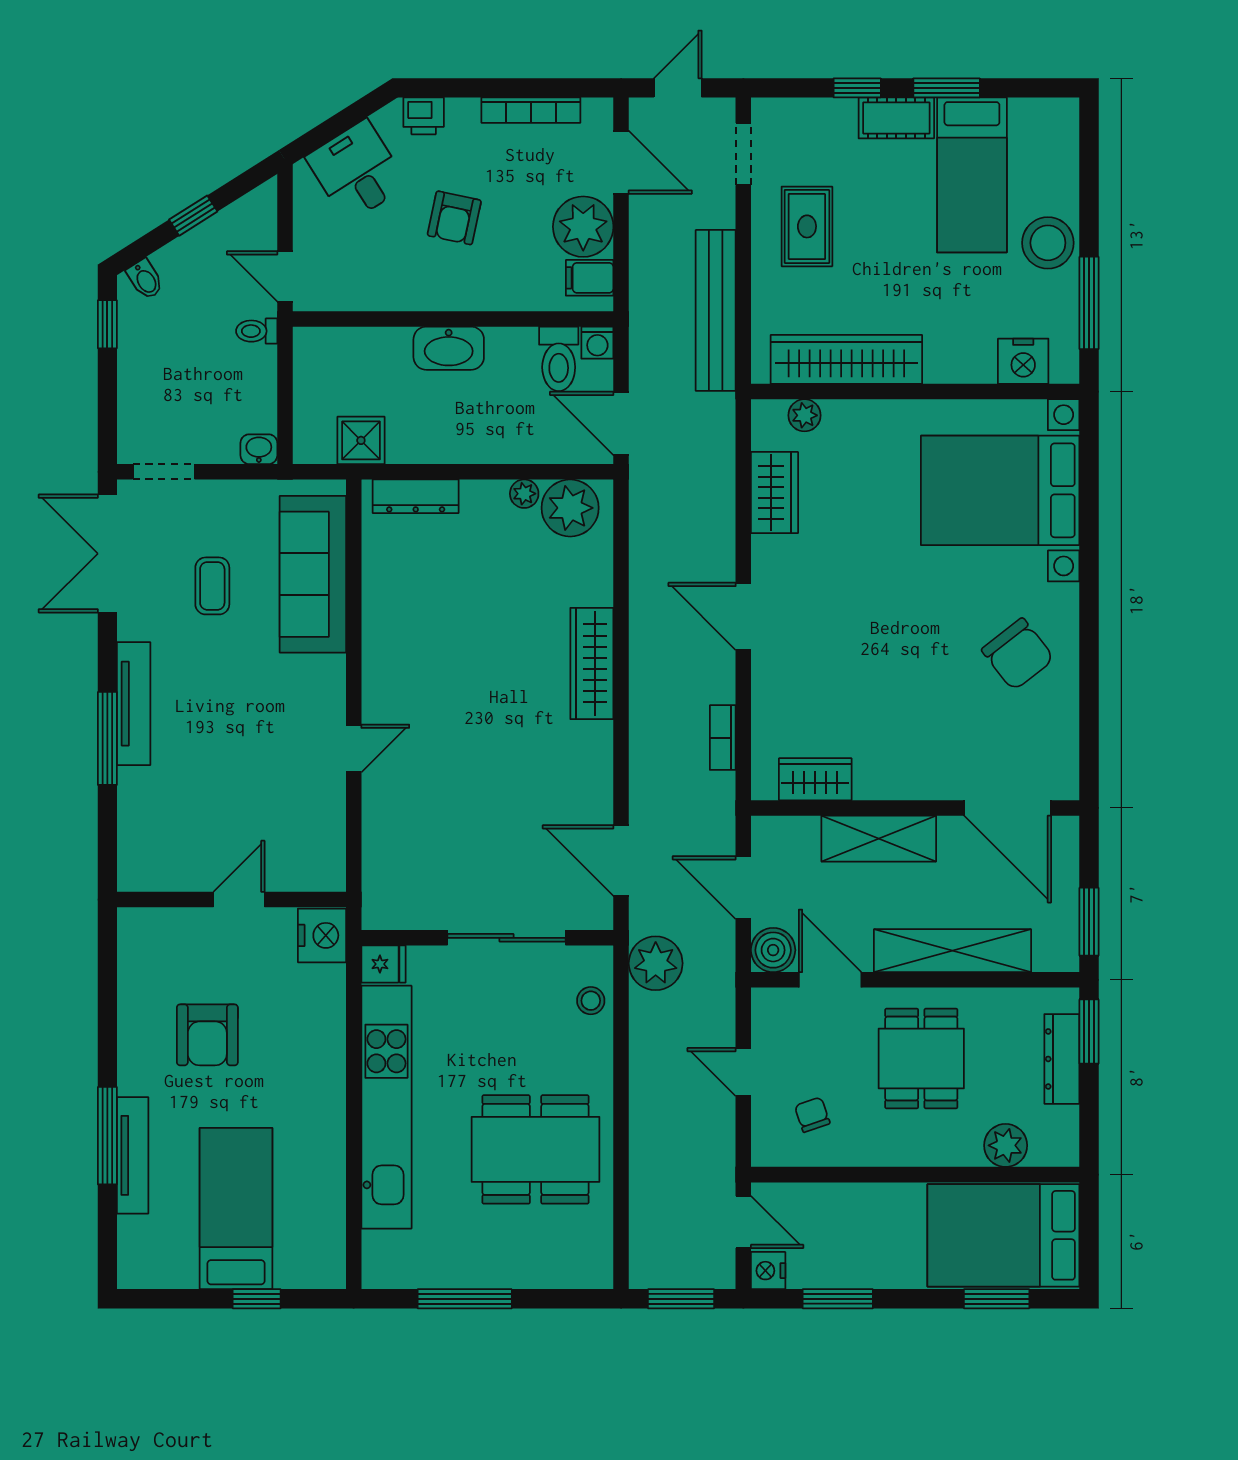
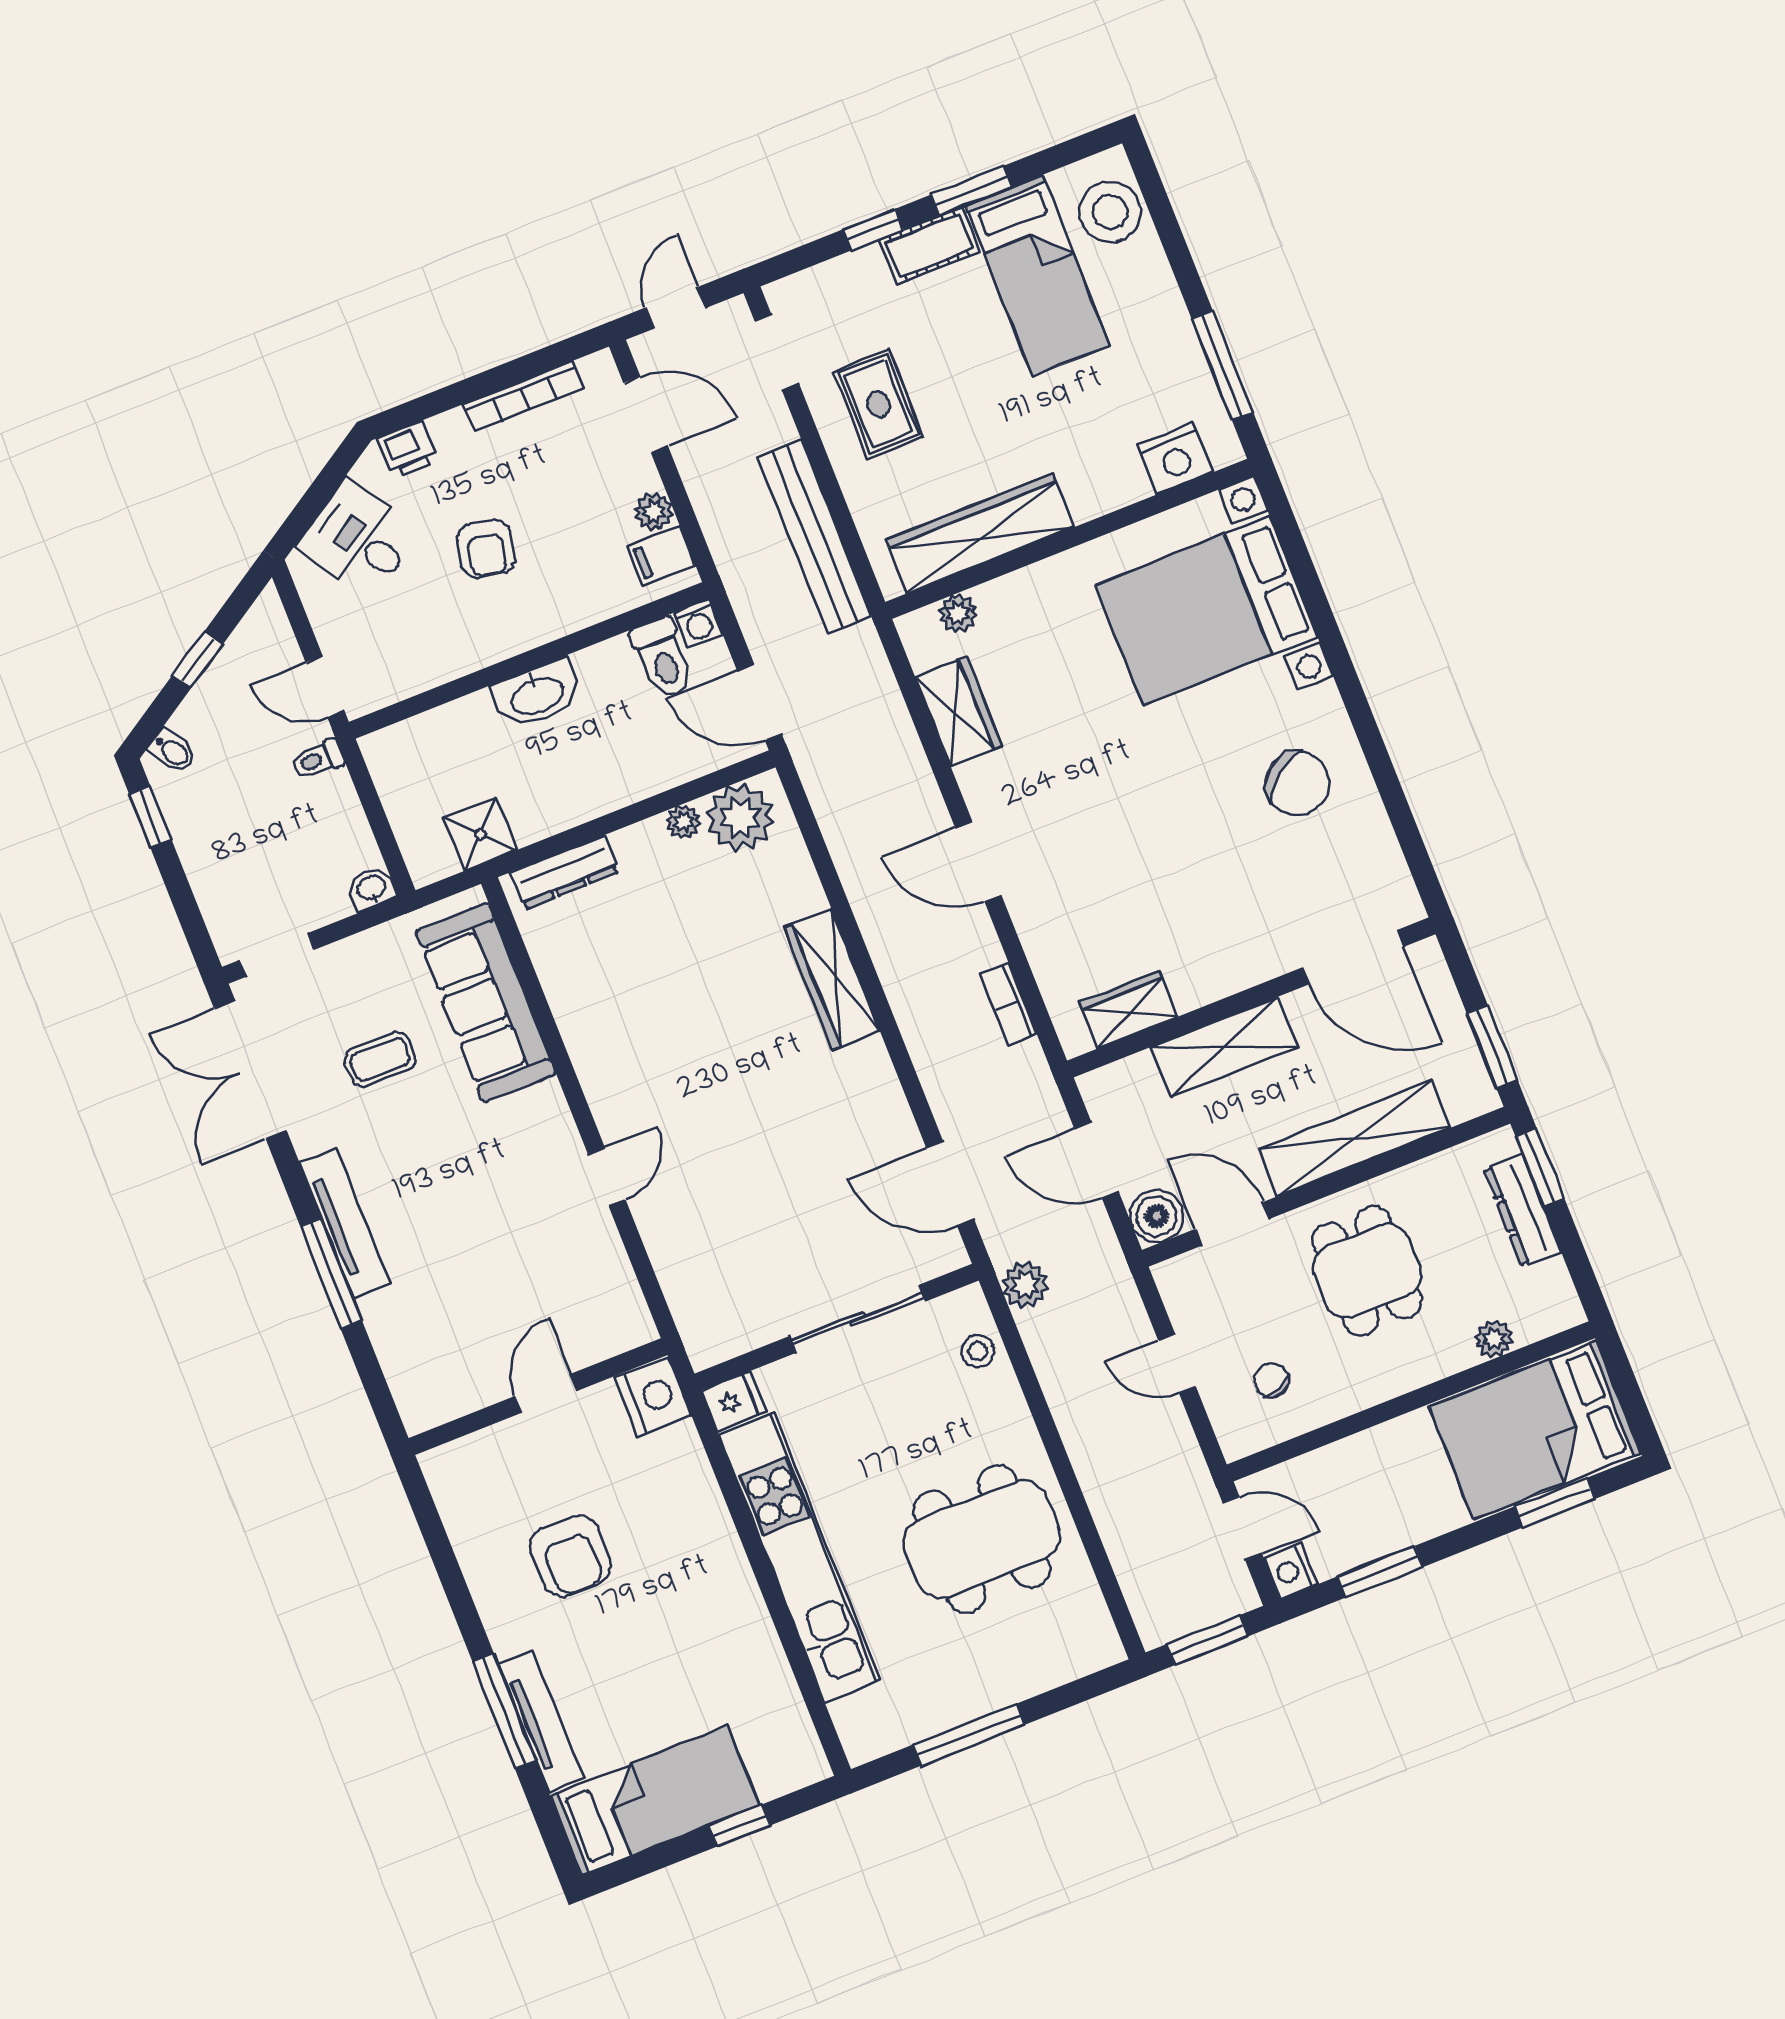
plant: (583, 227) -> (654, 511), width x0.53, depth x0.53
stool: (1048, 243) -> (1110, 212), moved
coffee table: (212, 586) -> (380, 1059), turned 90
plant: (656, 963) -> (1025, 1285), width x0.73, depth x0.73
plant: (1006, 1145) -> (1494, 1339), width x0.73, depth x0.73
bed: (236, 1208) -> (655, 1801), moved, turned 90

